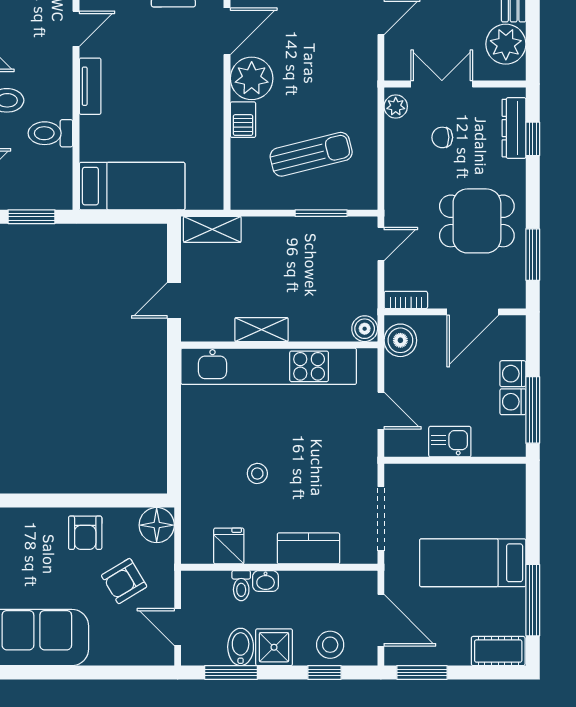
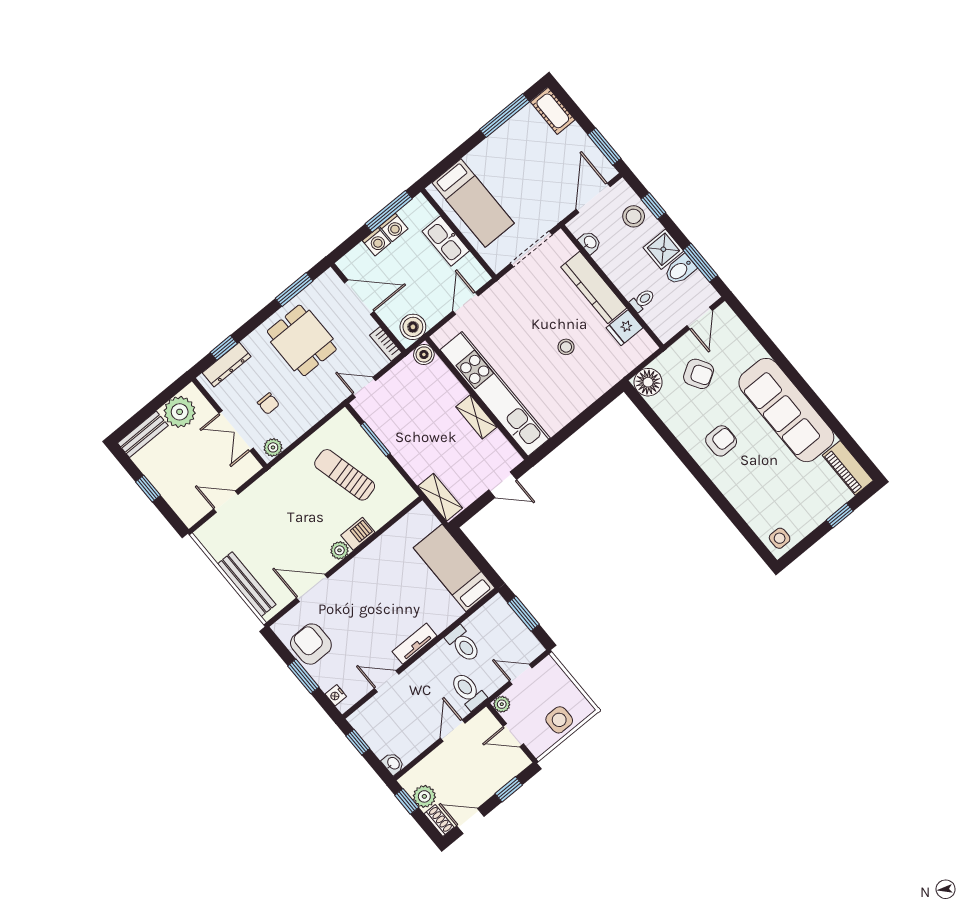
plant: (252, 78) -> (339, 550), width x0.53, depth x0.53
kitchen sink: (450, 442) -> (446, 241), width x1.38
armchair: (85, 533) -> (721, 441), moved
kitchen counter: (308, 548) -> (594, 288), width x1.50
bed: (473, 563) -> (473, 203), moved
washbasin: (266, 581) -> (590, 242), moved

